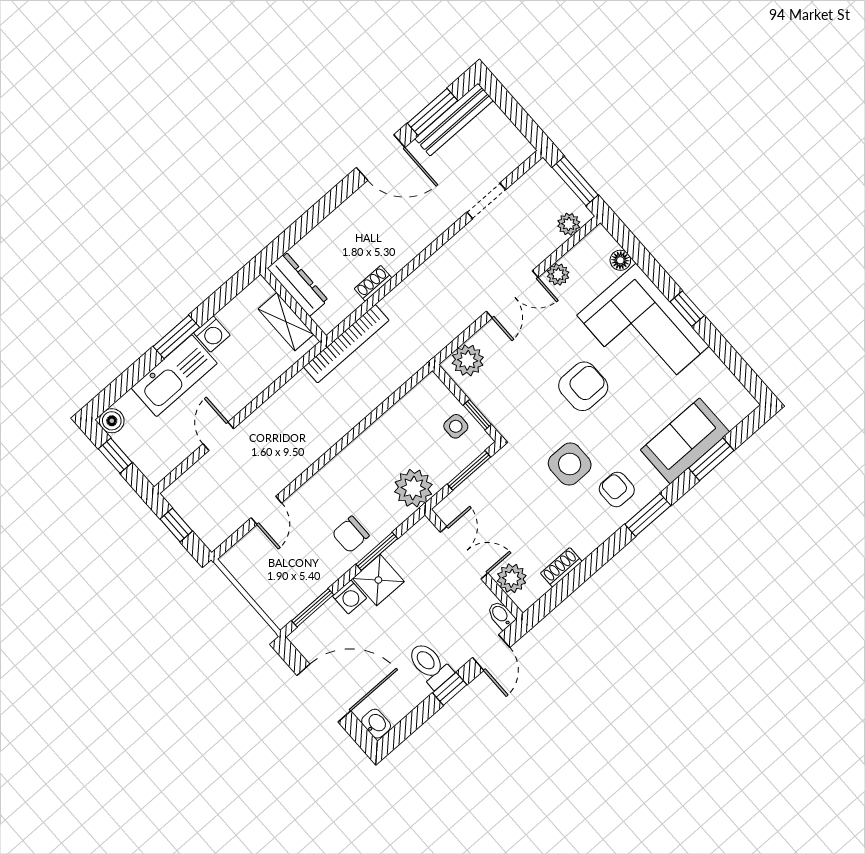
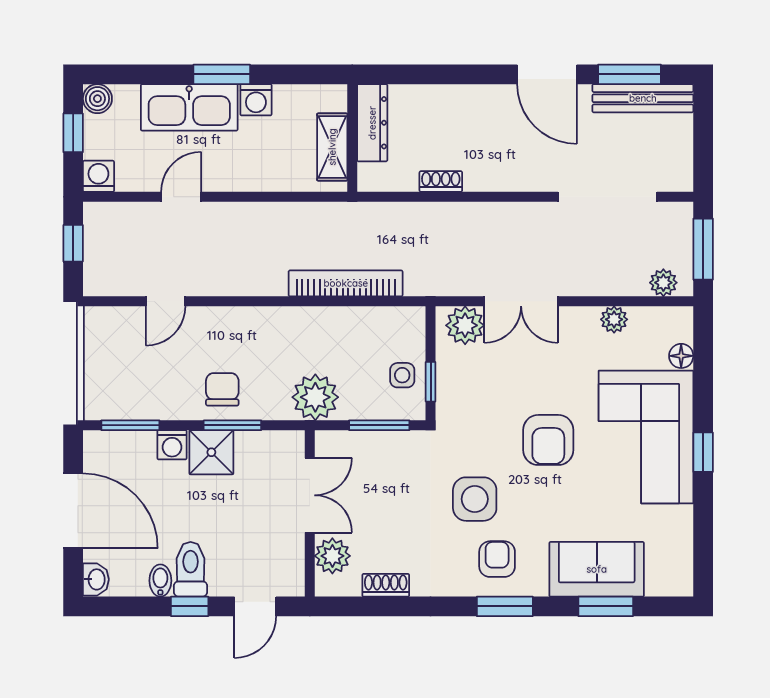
doorway: (486, 201) -> (608, 197), width x1.88
double door: (512, 294) -> (521, 301), moved
bookcase: (346, 344) -> (346, 283), moved, turned 180
armchair: (583, 386) -> (548, 440), turned 90
washing machine: (155, 469) -> (98, 176), added
chair: (351, 534) -> (222, 389), turned 90
bidet: (501, 615) -> (160, 581), moved

